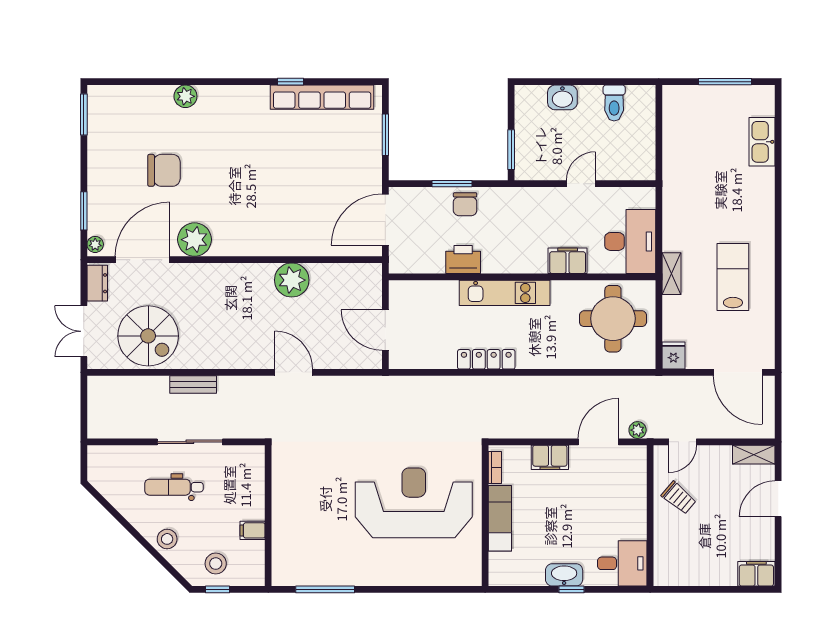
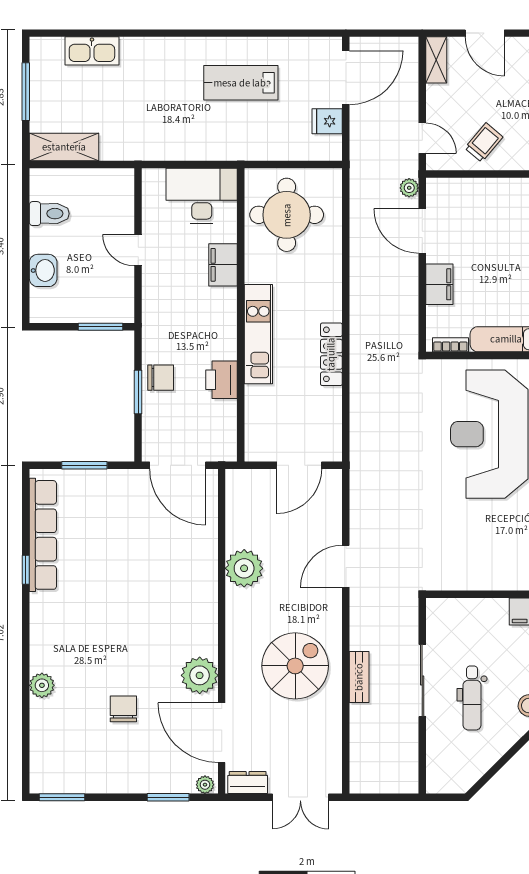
chair: (164, 170) -> (123, 709), width x0.73, depth x0.73
shelving: (671, 274) -> (64, 147), moved, width x1.50, depth x1.33
spiral stairs: (148, 336) -> (295, 666), moved
fridge: (673, 356) -> (327, 121), moved

